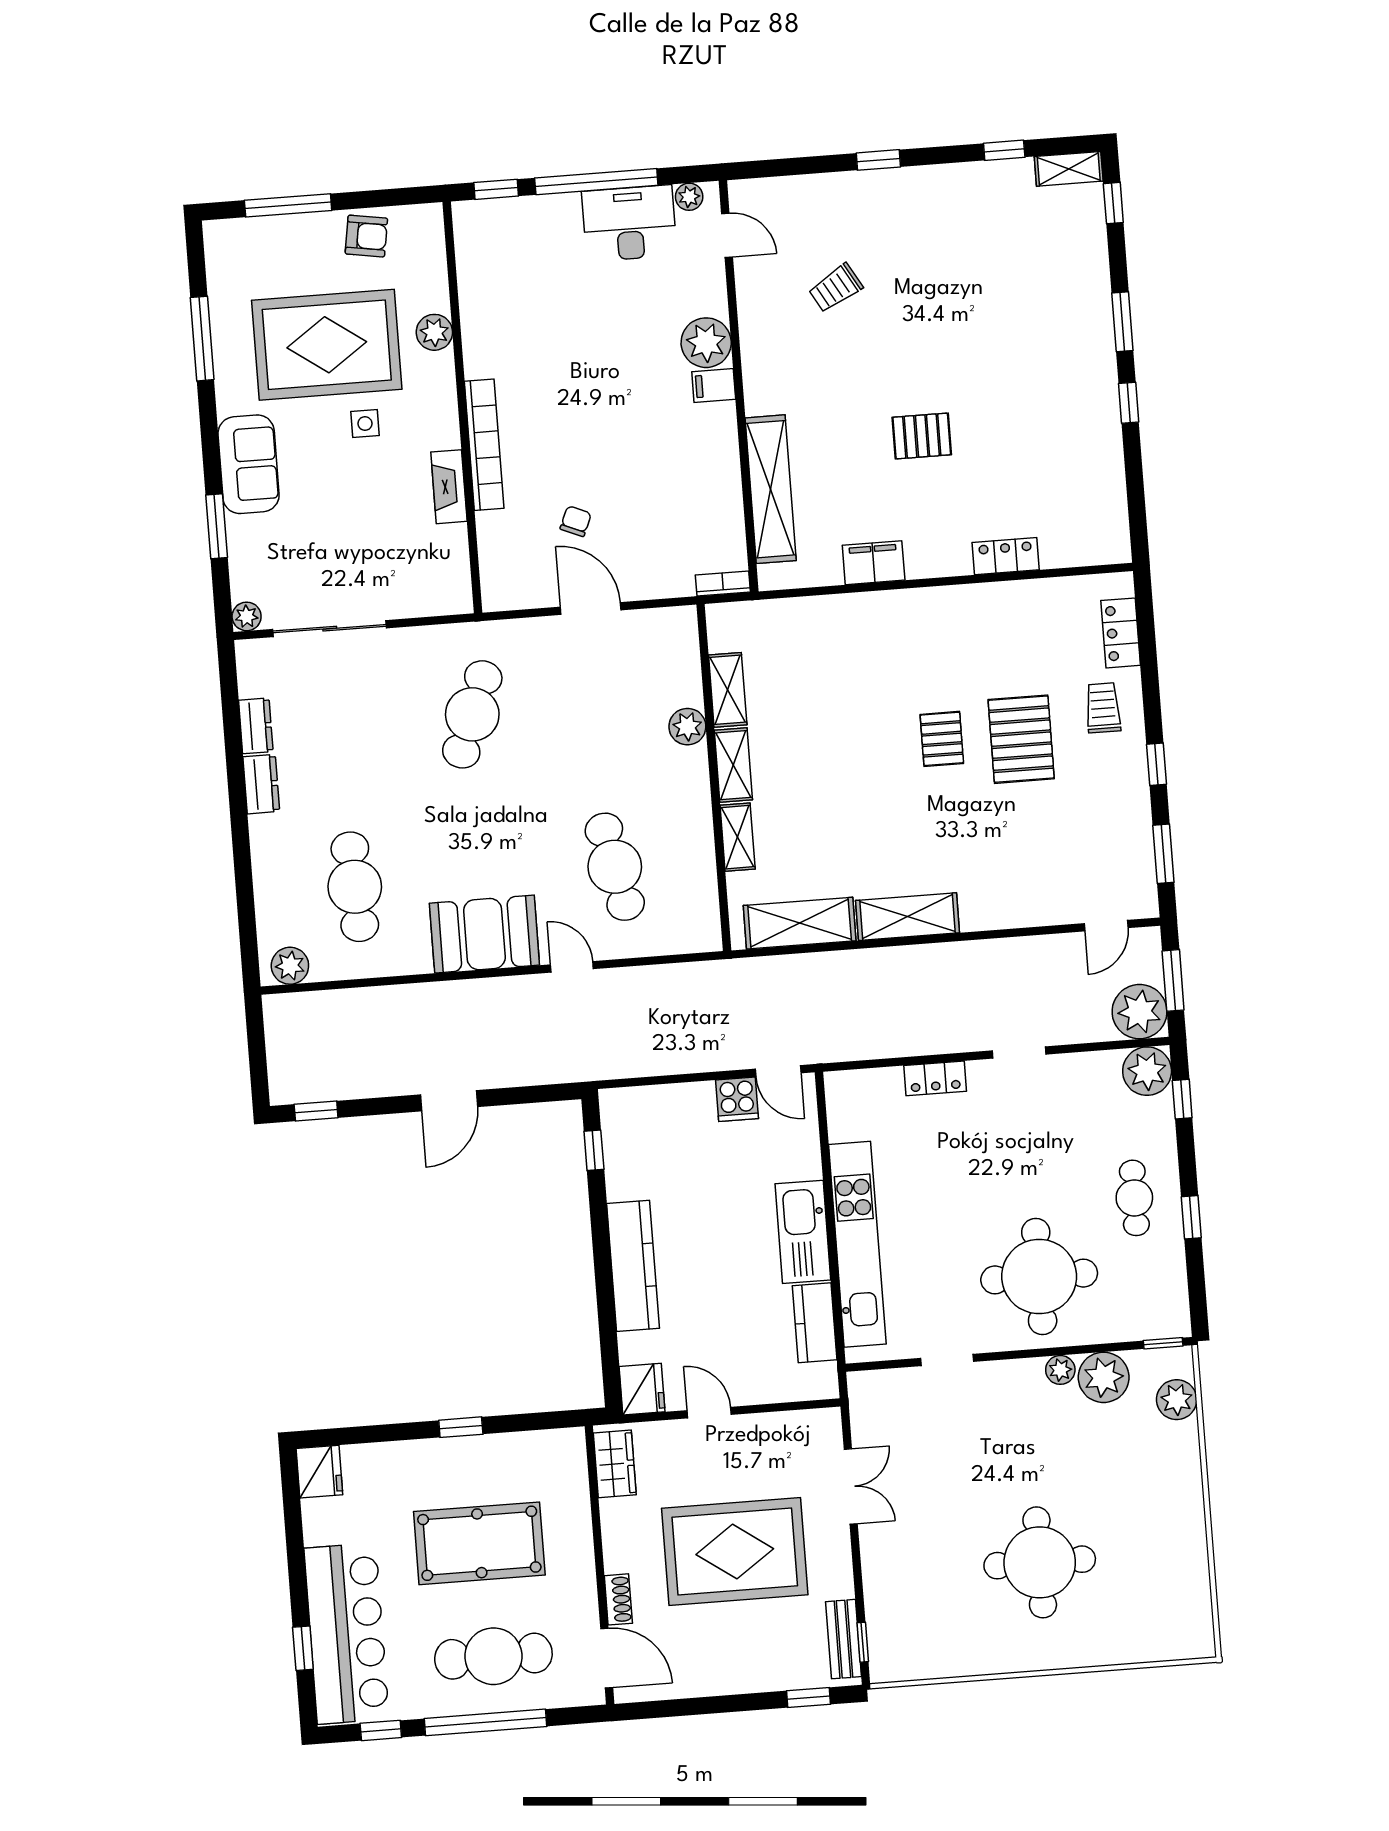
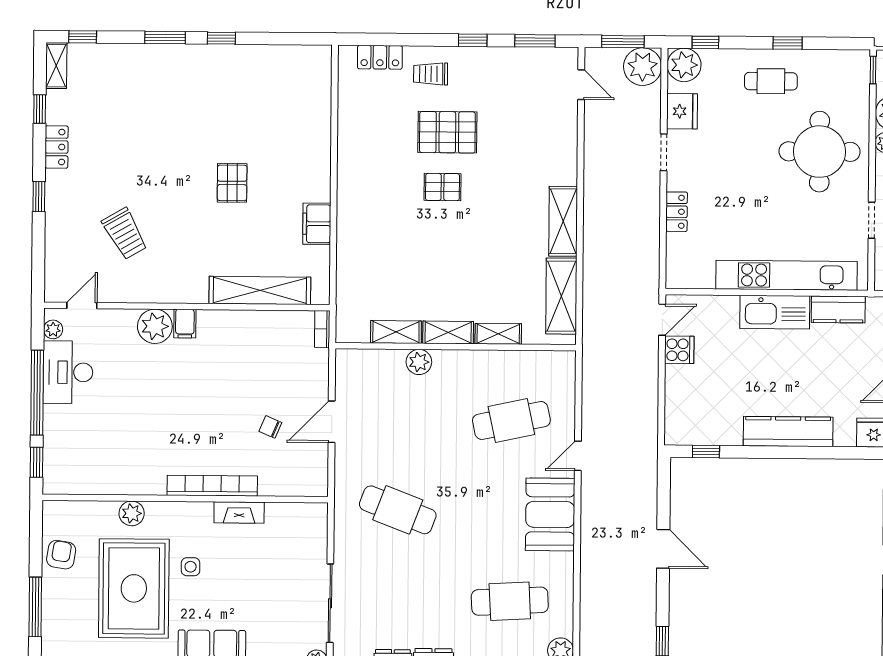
trolley: (836, 288) -> (125, 234), width x1.36, depth x1.39
locker: (1006, 556) -> (57, 147), moved, turned 180
fridge: (1080, 1074) -> (682, 111), added

